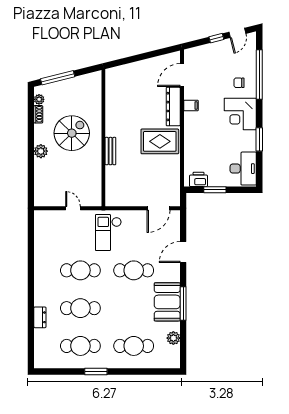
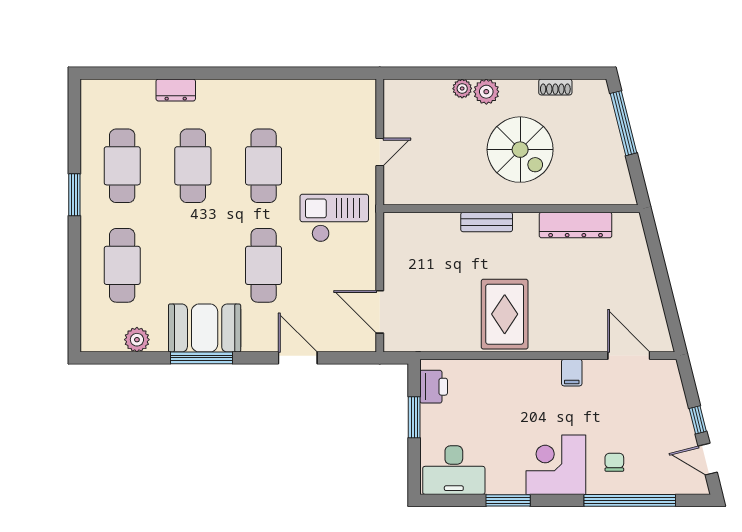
plant: (39, 99) -> (462, 89), moved
dresser: (173, 107) -> (576, 225), moved, turned 180

